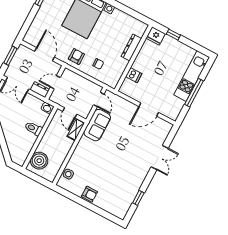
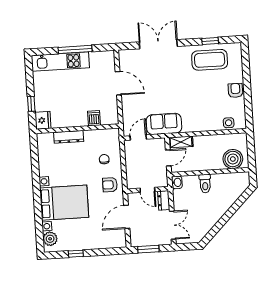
double door: (160, 158) -> (158, 44), width x1.37
coffee table: (124, 189) -> (210, 60), added

